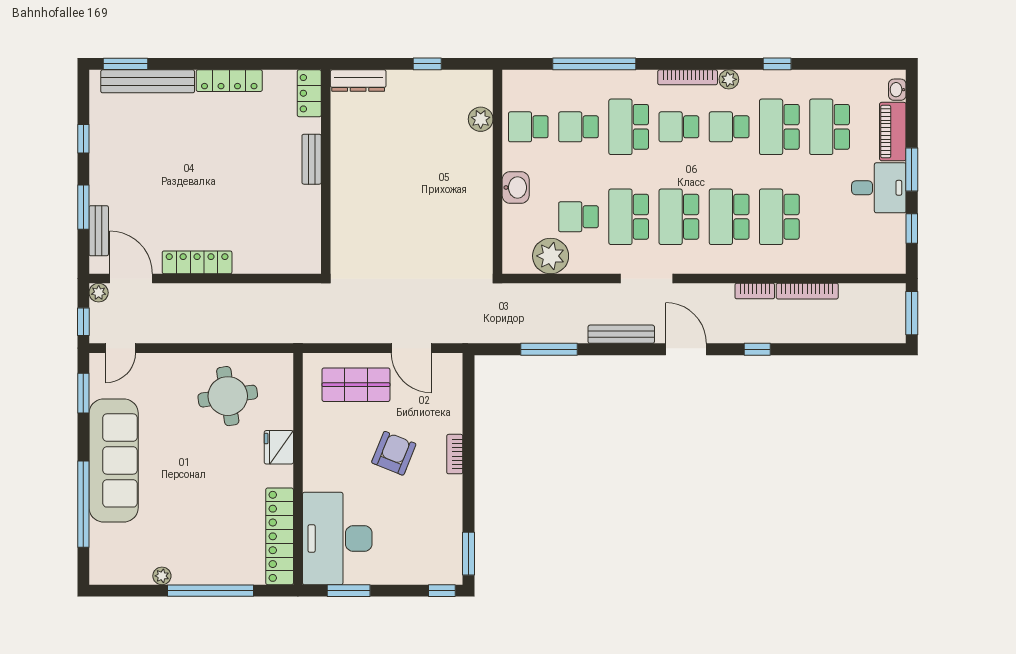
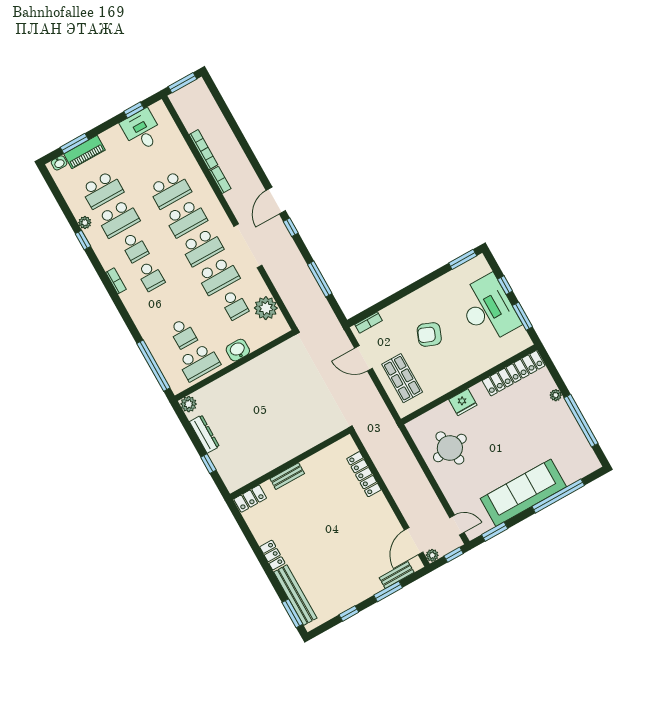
window: (427, 64) -> (208, 464), moved
window: (594, 64) -> (153, 366), moved
bookcase: (688, 77) -> (116, 281), width x0.64
plant: (729, 79) -> (85, 223), moved
locker: (229, 81) -> (272, 555), width x0.66
dresser: (358, 81) -> (204, 434), moved
plant: (481, 119) -> (189, 404), moved
school desk: (528, 127) -> (199, 362), width x1.85
school desk: (629, 127) -> (167, 305), removed
window: (912, 169) -> (74, 143), moved
desk: (879, 188) -> (142, 130), moved
locker: (197, 262) -> (364, 474), moved
doorway: (647, 279) -> (248, 246), width x1.36
bench: (621, 334) -> (288, 242), removed
door: (411, 348) -> (363, 358), swing flipped
window: (757, 349) -> (291, 227), moved
bookcase: (455, 454) -> (369, 323), moved
desk: (337, 538) -> (488, 309), moved, turned -90
plant: (162, 576) -> (556, 395), moved
window: (211, 591) -> (581, 421), moved
window: (442, 591) -> (505, 285), moved

